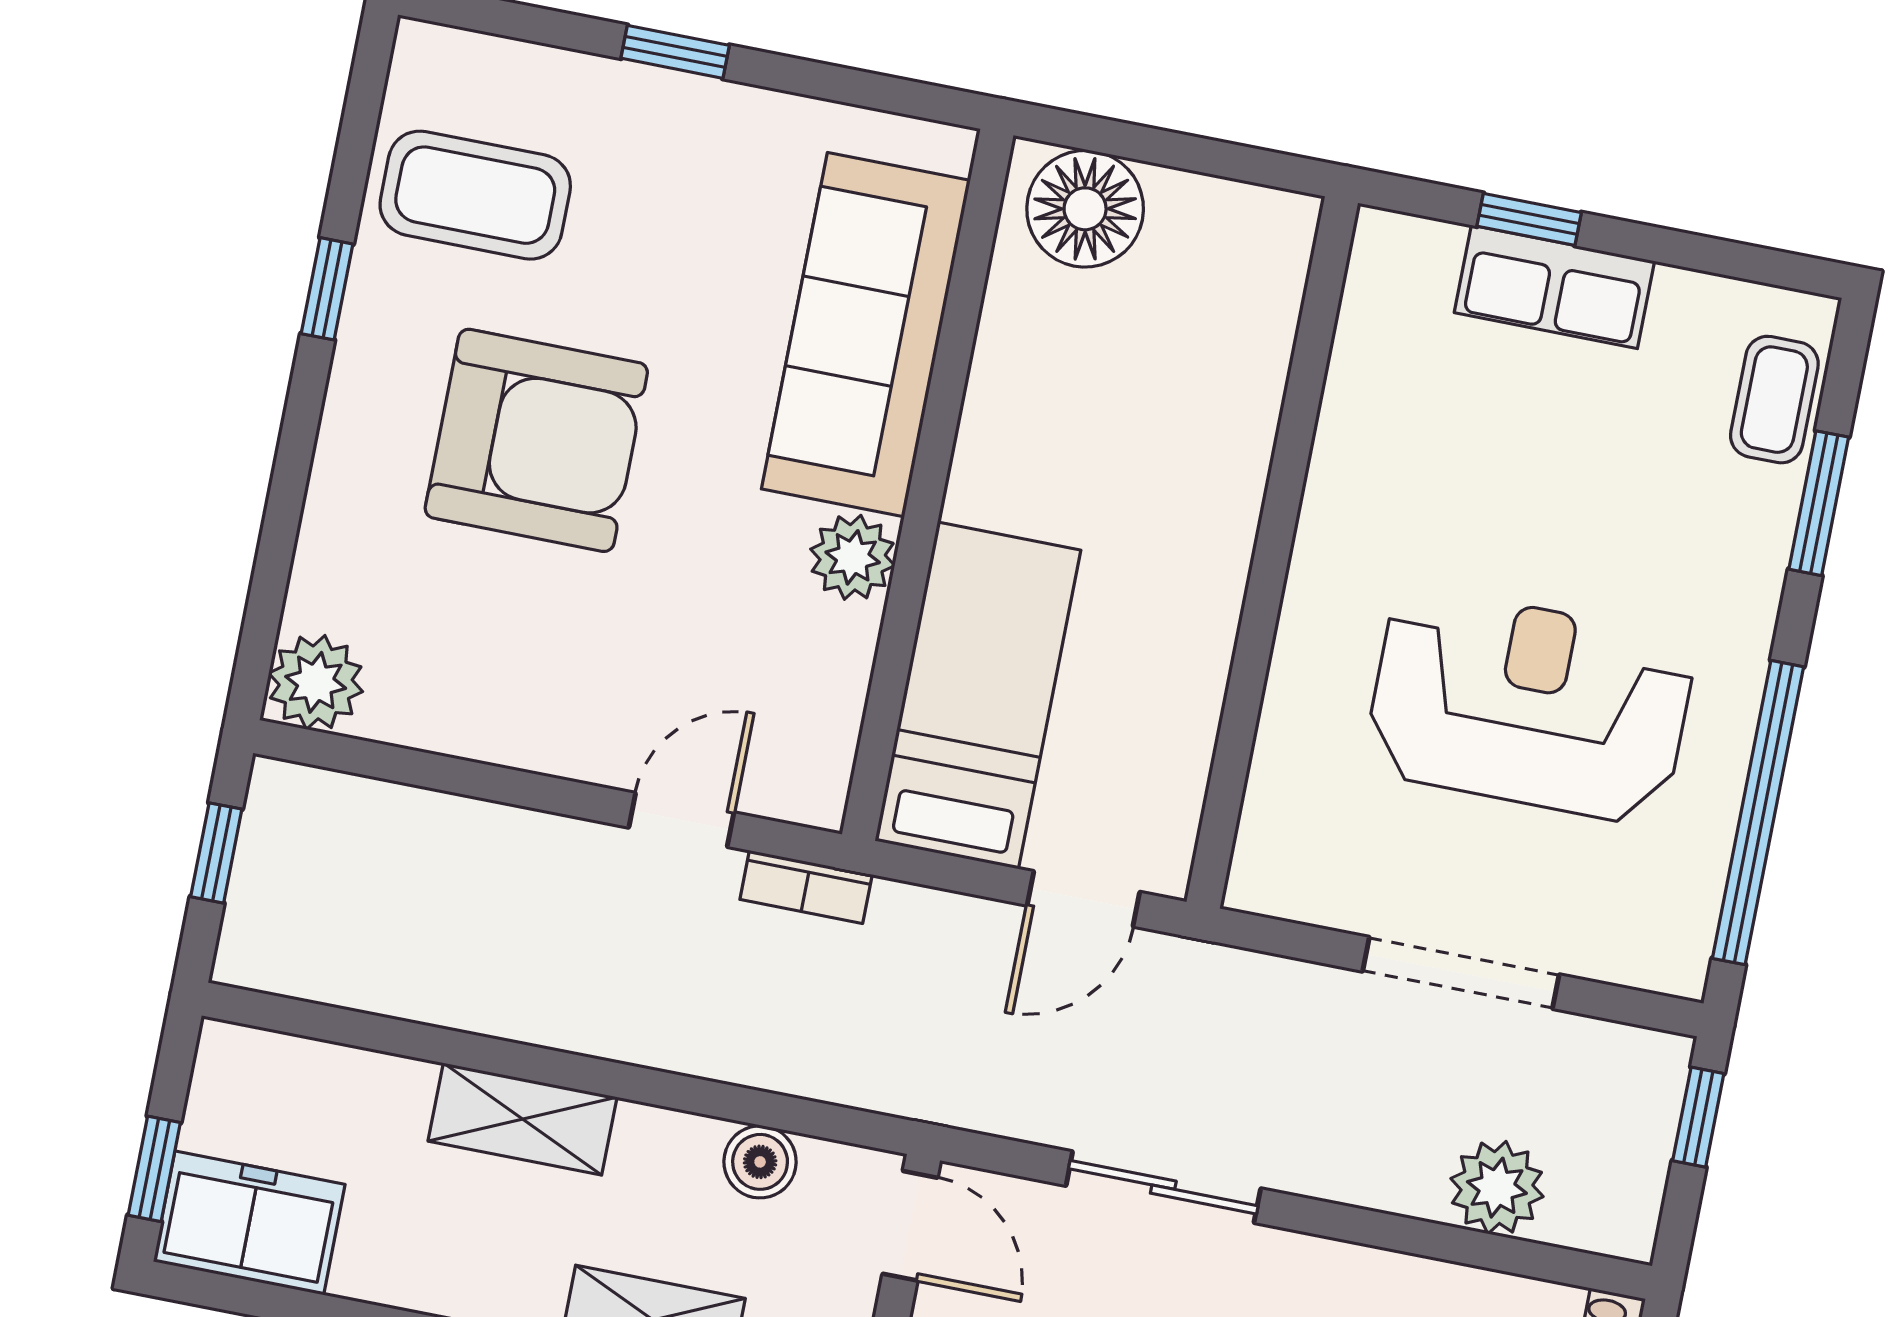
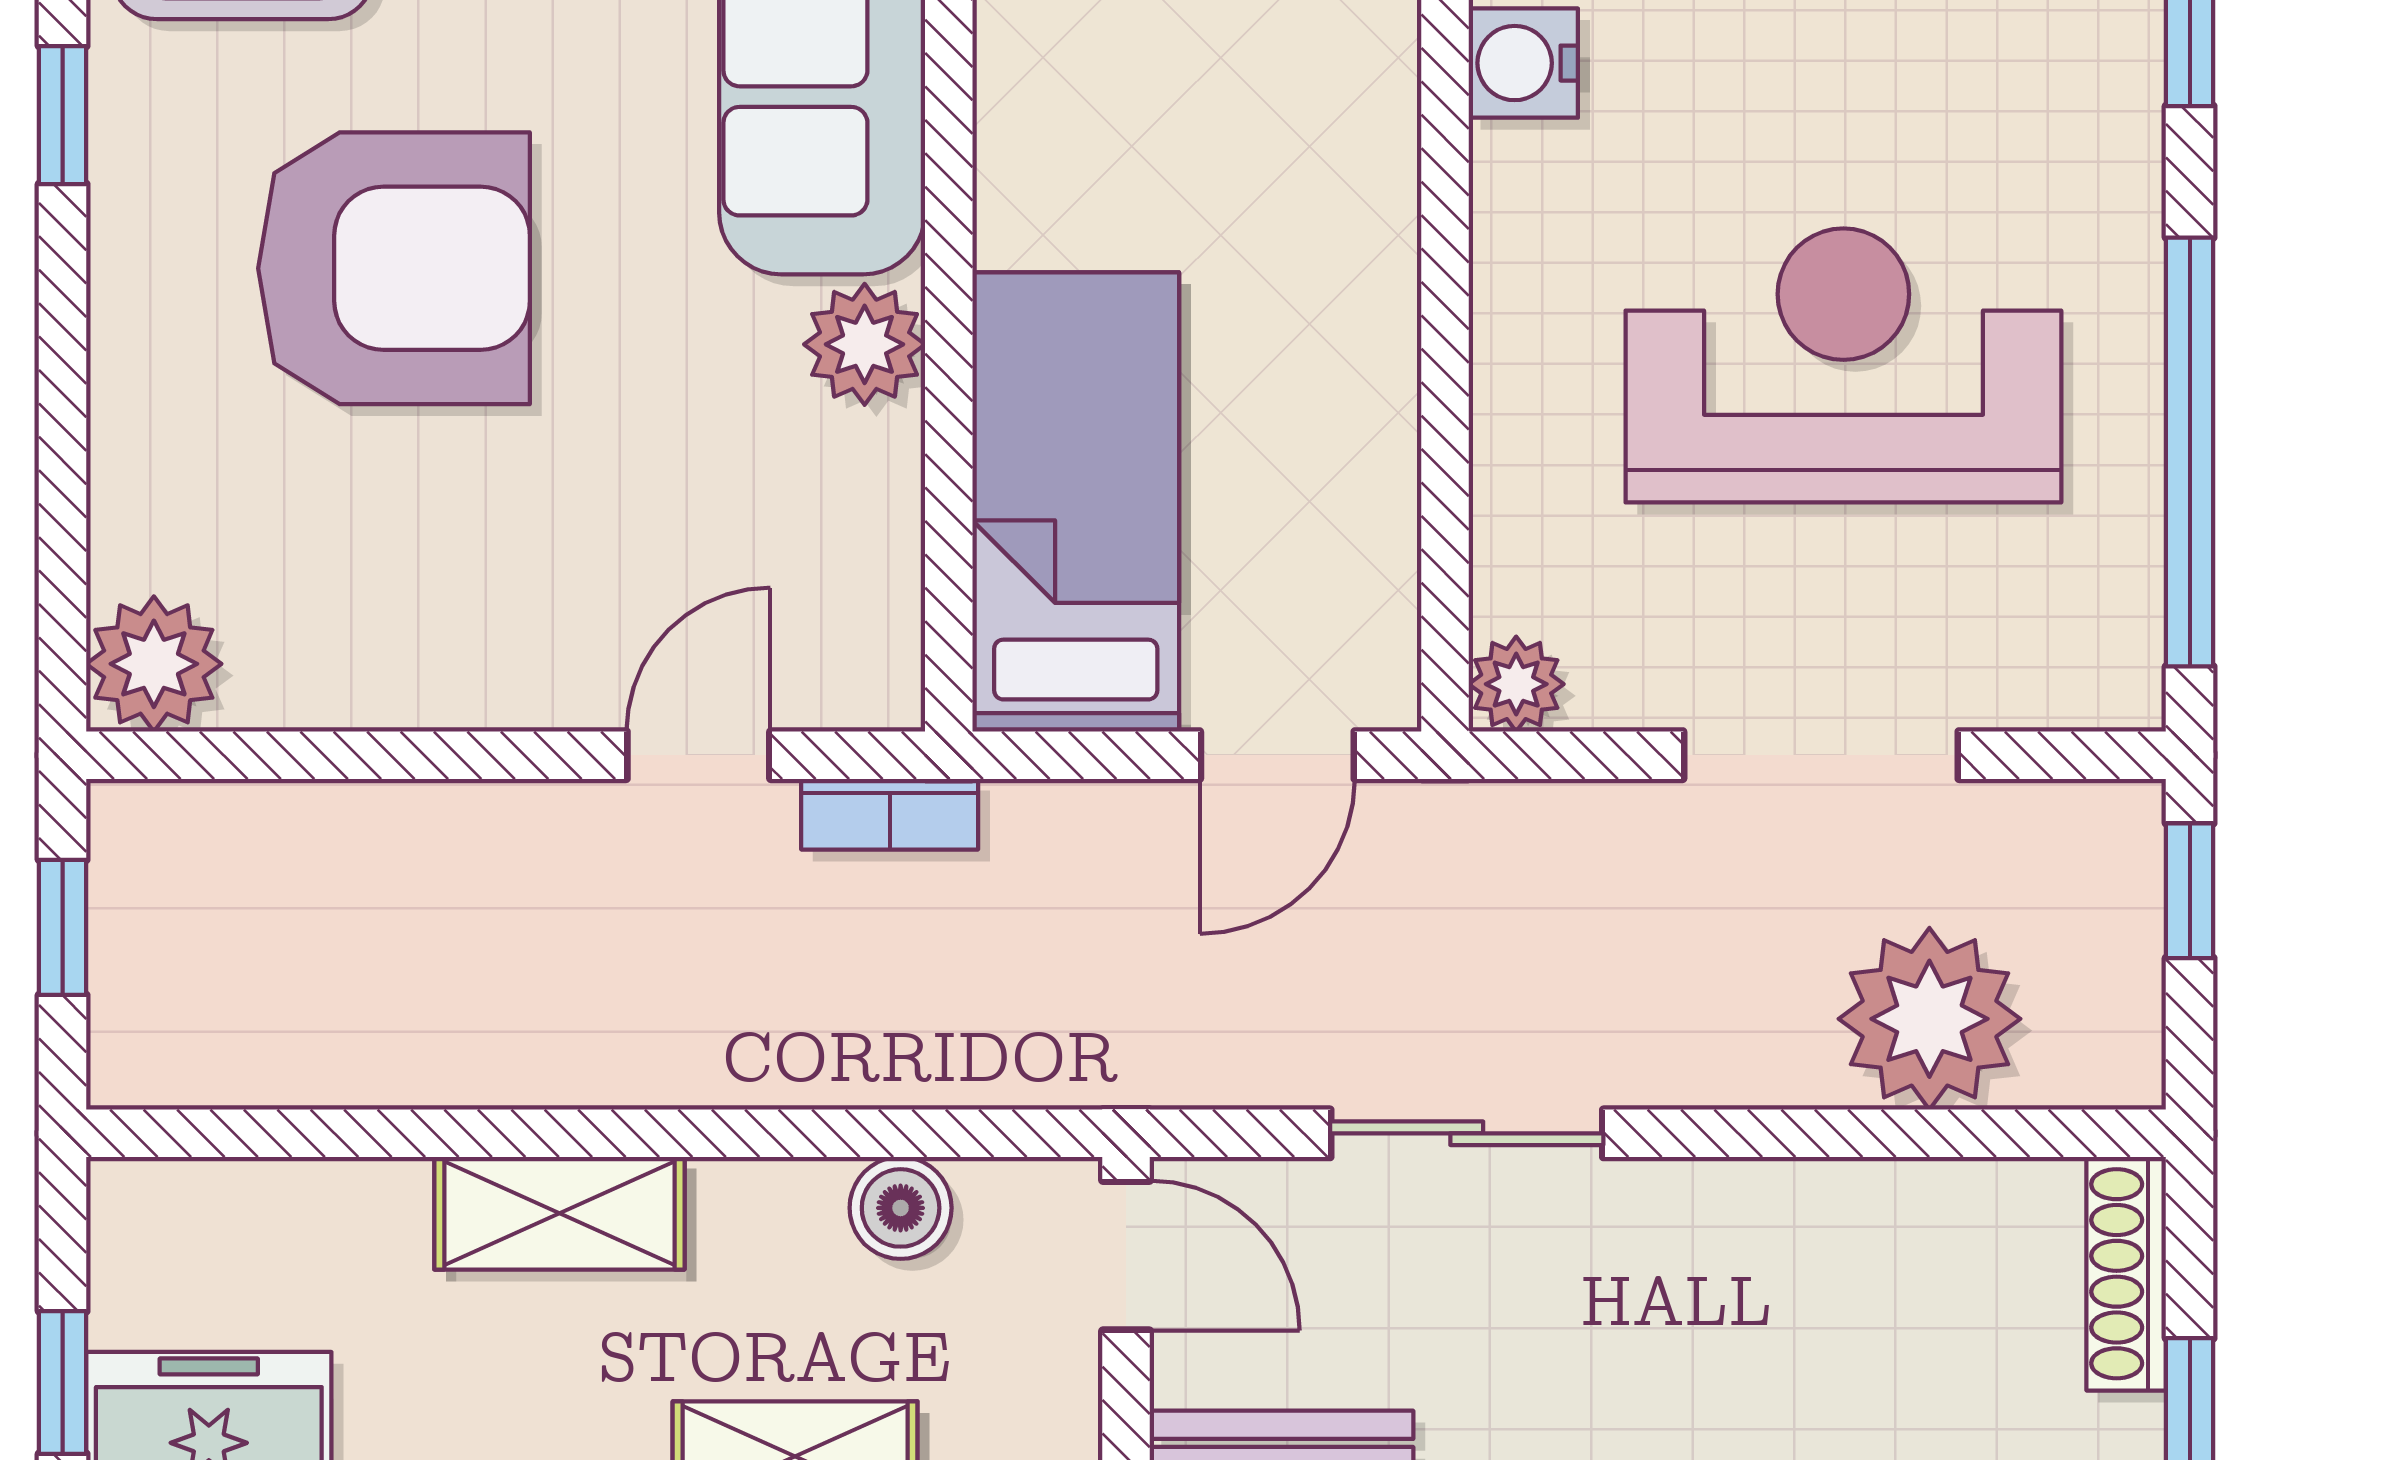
water cooler: (1348, 452) -> (1523, 63), added
plant: (1259, 882) -> (1516, 684), added
plant: (1497, 1188) -> (1929, 1019), width x1.36, depth x1.36

